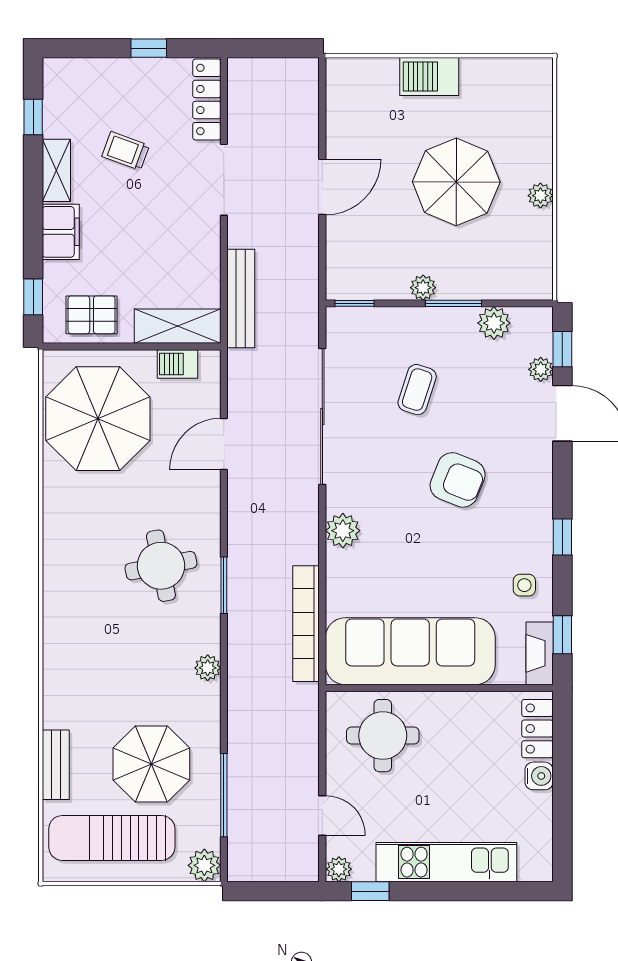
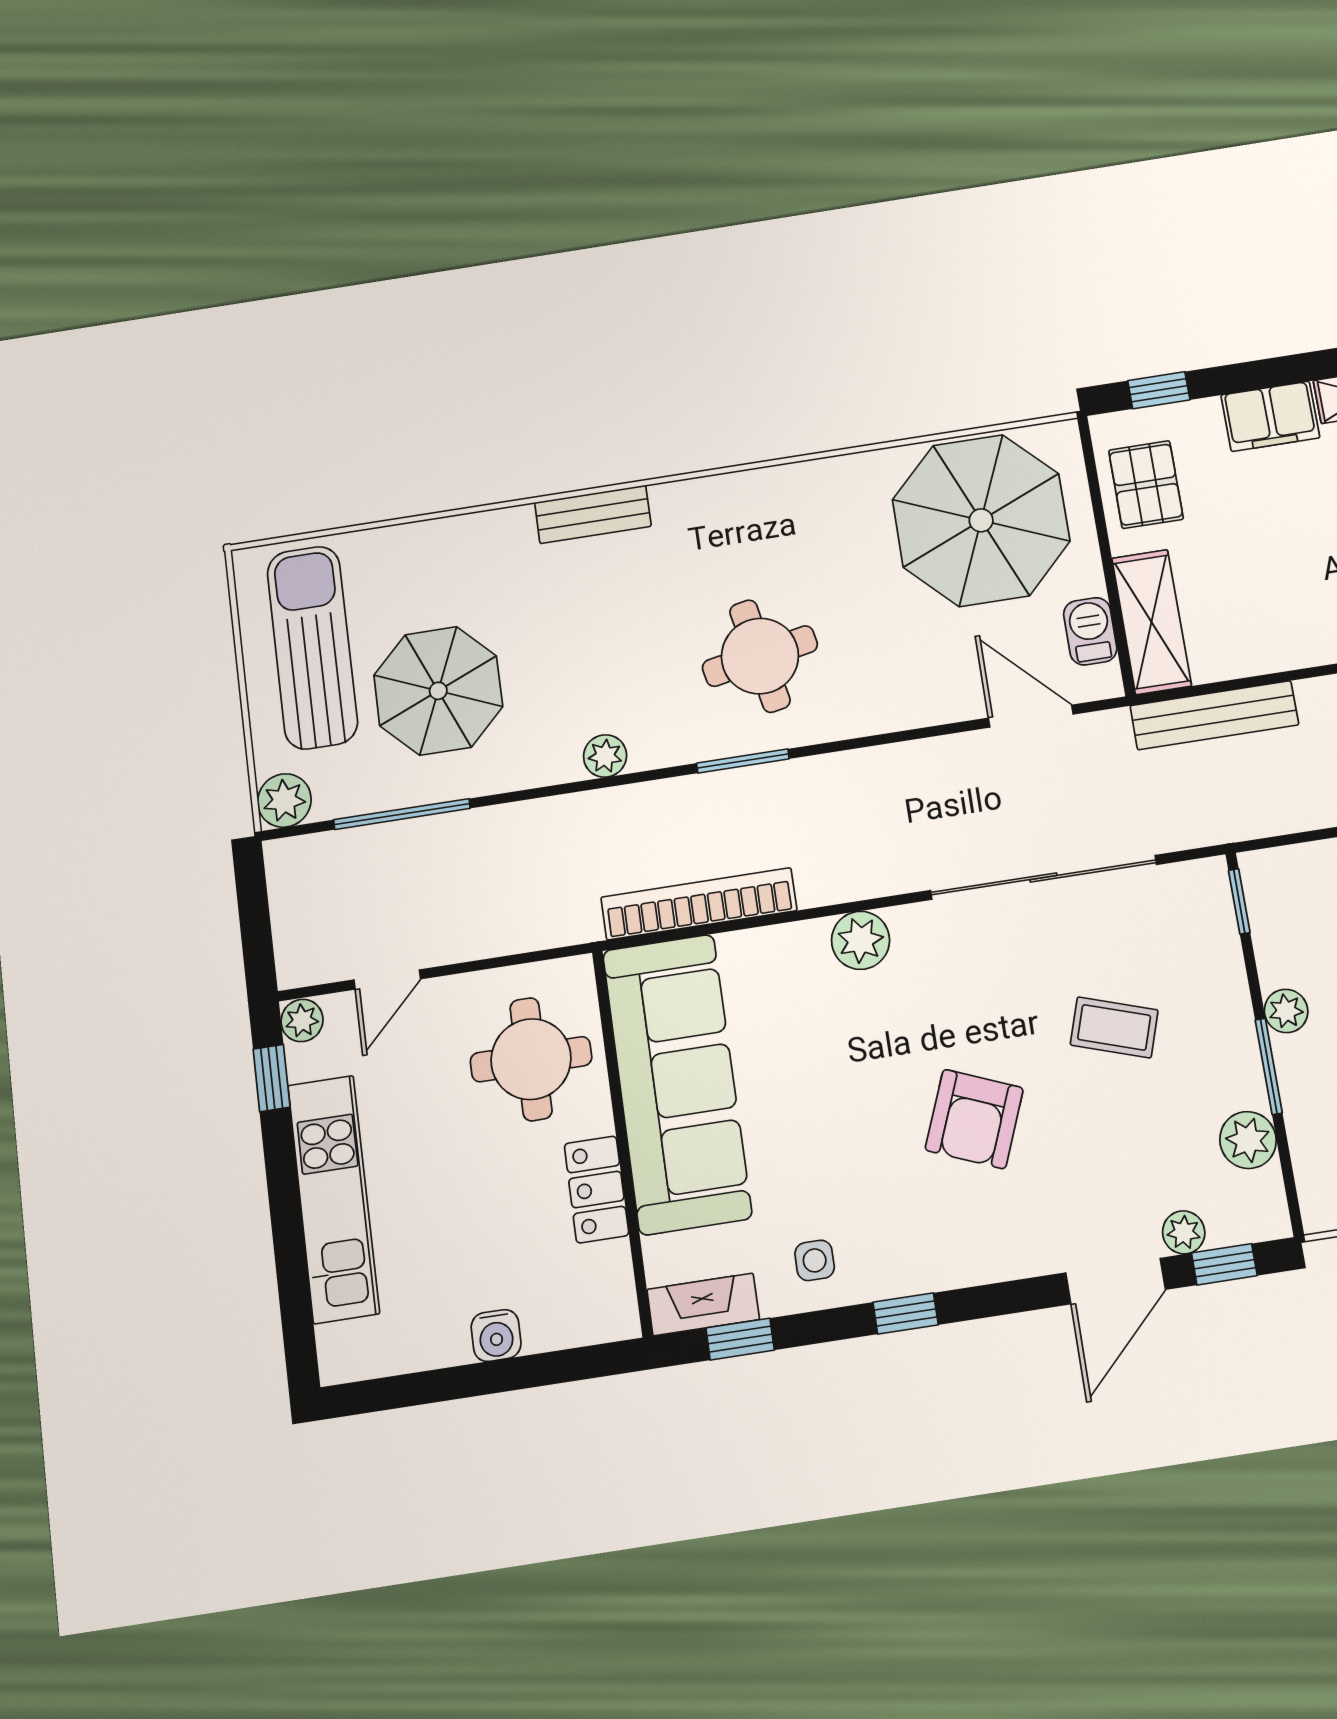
door: (224, 444) -> (1031, 716), moved
locker: (537, 729) -> (596, 1189), moved, turned -90
bench: (56, 765) -> (593, 514), moved

